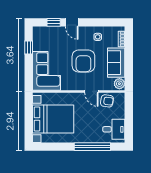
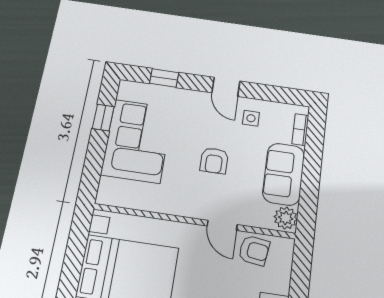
door: (72, 22) -> (226, 87), moved
armchair: (83, 61) -> (214, 161), width x0.53, depth x0.53
corner sofa: (47, 71) -> (137, 141), moved

